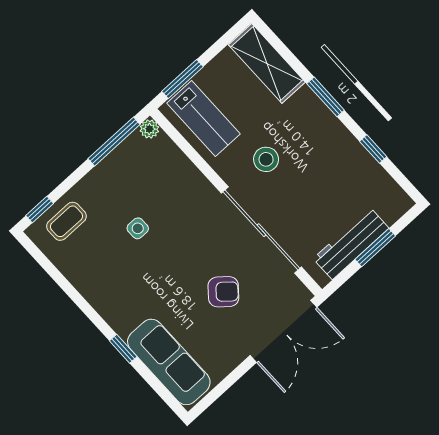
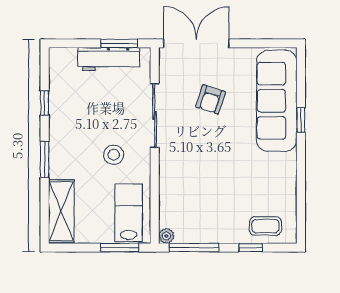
window: (40, 209) -> (251, 248), moved
side table: (138, 228) -> (227, 183), removed
sliding door: (261, 230) -> (155, 115), width x0.73
window: (375, 248) -> (119, 43), moved
armchair: (223, 292) -> (211, 99), turned -112
sofa: (169, 362) -> (277, 101), width x1.36, depth x1.27

